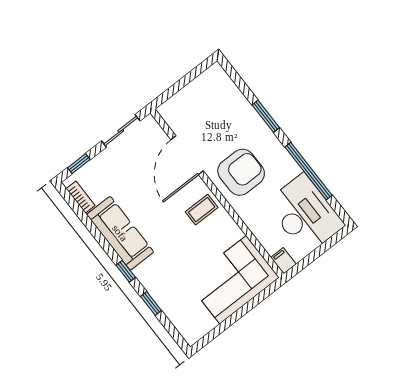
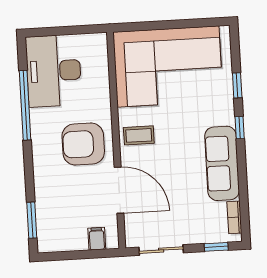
window: (266, 116) -> (32, 220), moved
door: (187, 155) -> (119, 190), hinge flipped
filing cabinet: (283, 261) -> (97, 239), moved, turned 180
corner sofa: (233, 280) -> (168, 66), width x1.36, depth x1.36

